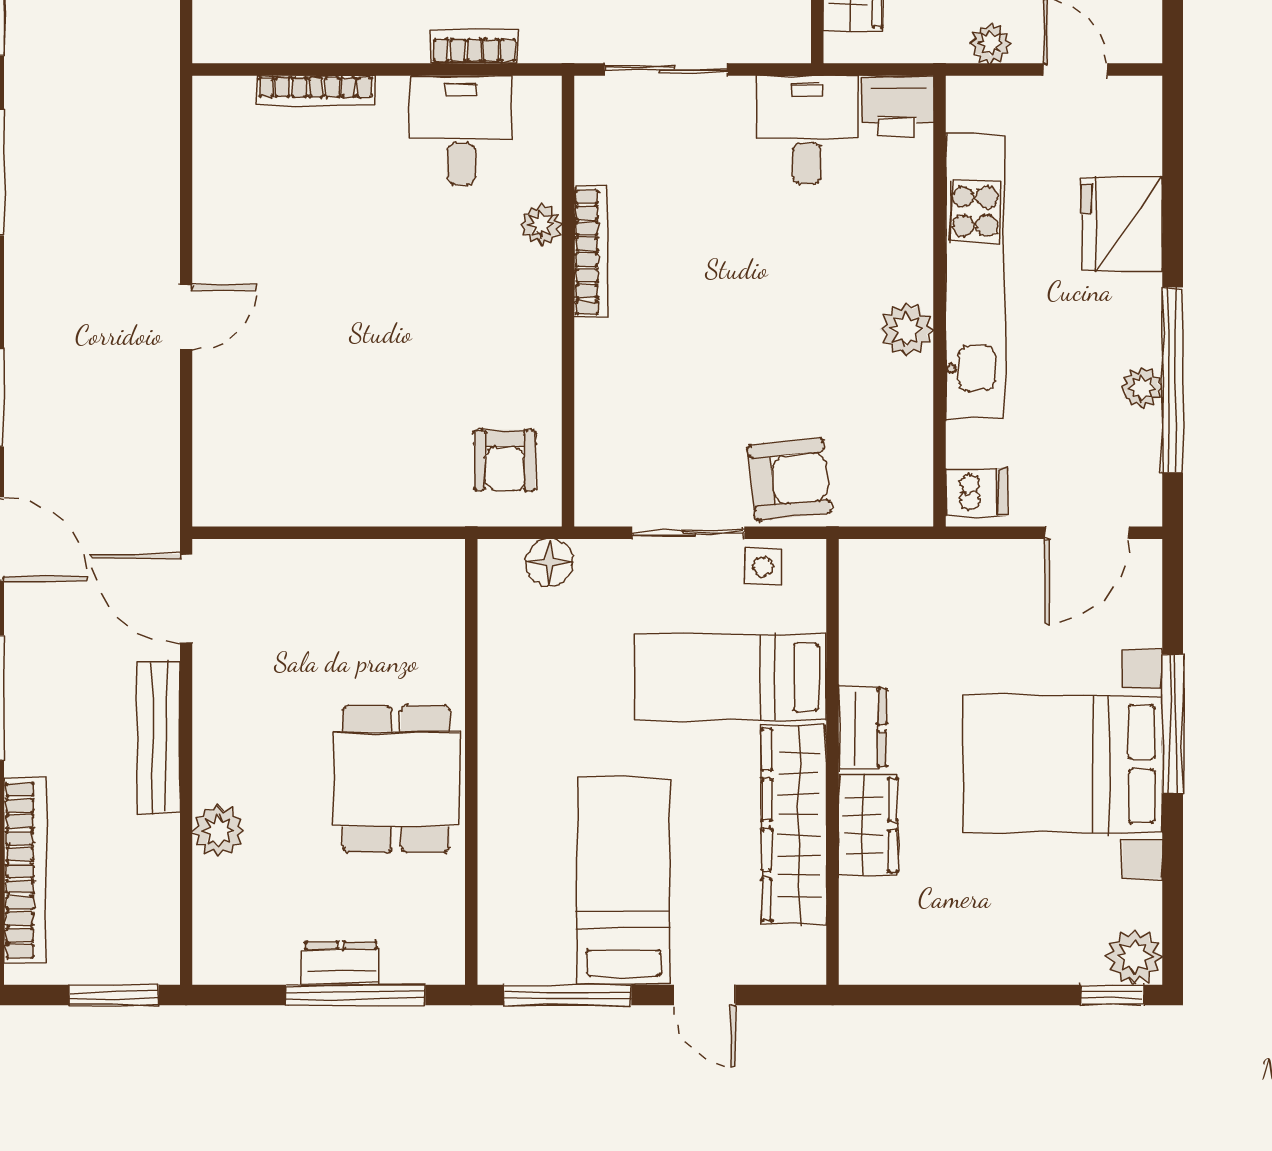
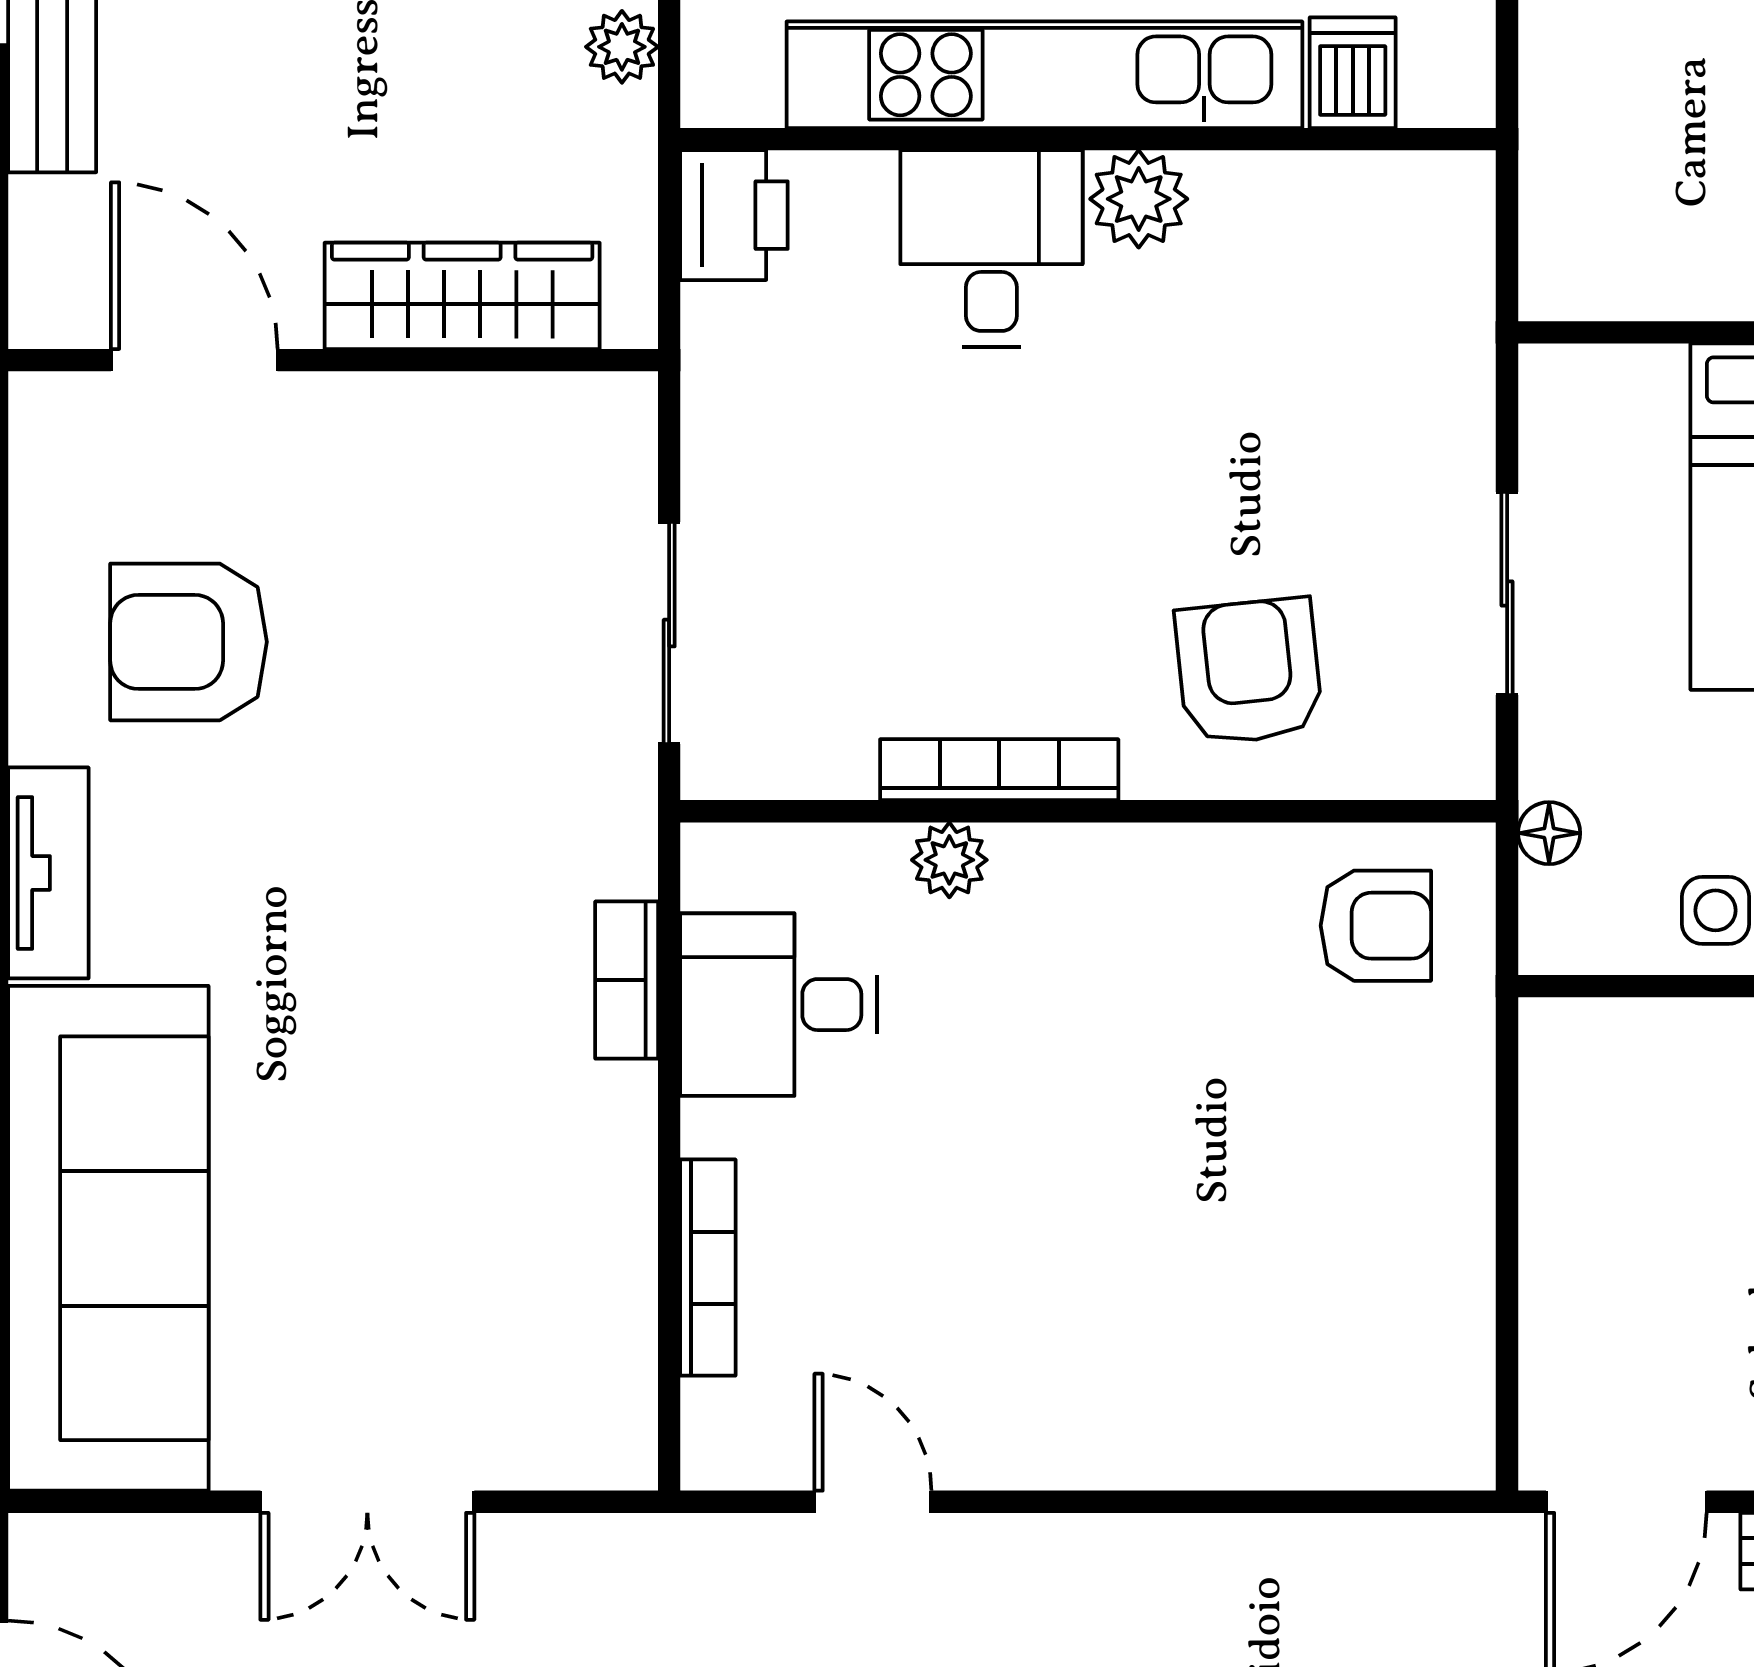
desk: (807, 130) -> (991, 248), moved, turned 90
door: (186, 317) -> (873, 1502), moved
armchair: (790, 479) -> (1249, 671), moved
dishwasher: (976, 492) -> (1353, 73), moved
floor lamp: (549, 562) -> (1549, 833), width x0.73, depth x0.73
side table: (763, 567) -> (1716, 910), moved

